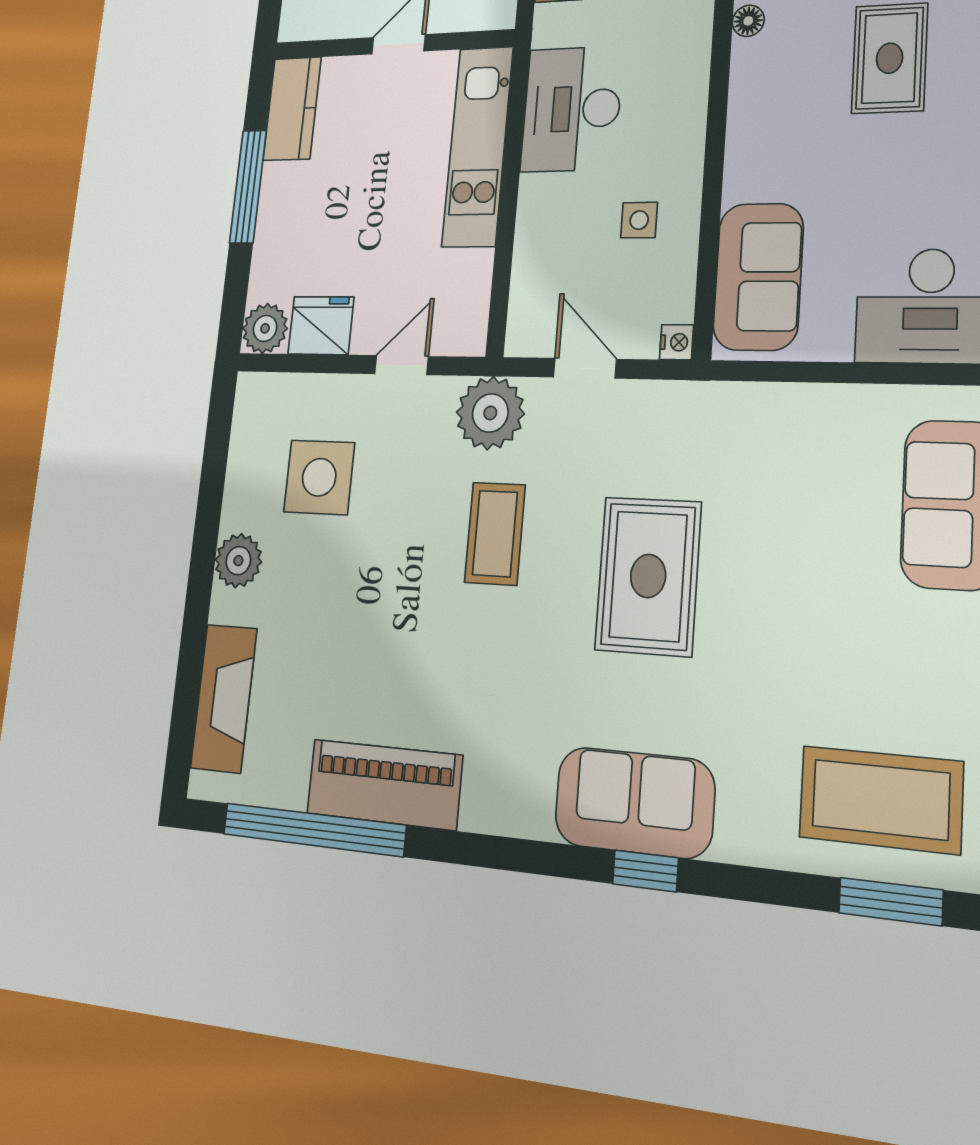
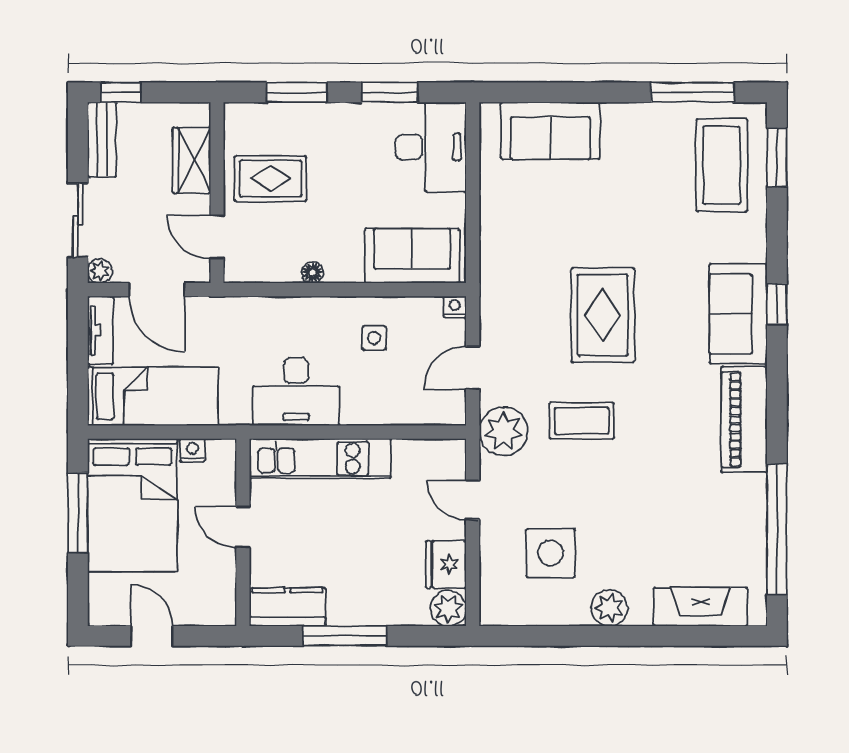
floor lamp: (748, 21) -> (312, 272), moved
rug: (648, 576) -> (603, 315), turned 90
piano: (384, 784) -> (744, 419), moved

